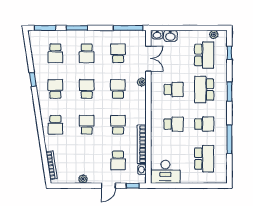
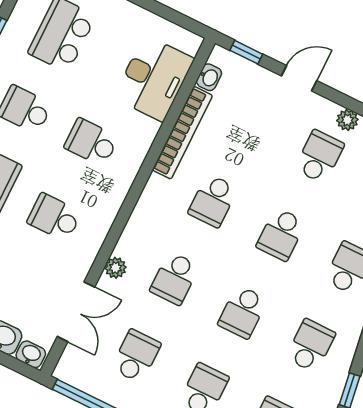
school desk: (118, 53) -> (136, 356), turned 180
double door: (148, 59) -> (76, 312), swing flipped
school desk: (55, 89) -> (311, 346), turned 180
school desk: (118, 160) -> (319, 157), moved
desk: (165, 172) -> (154, 78), moved, turned 90

